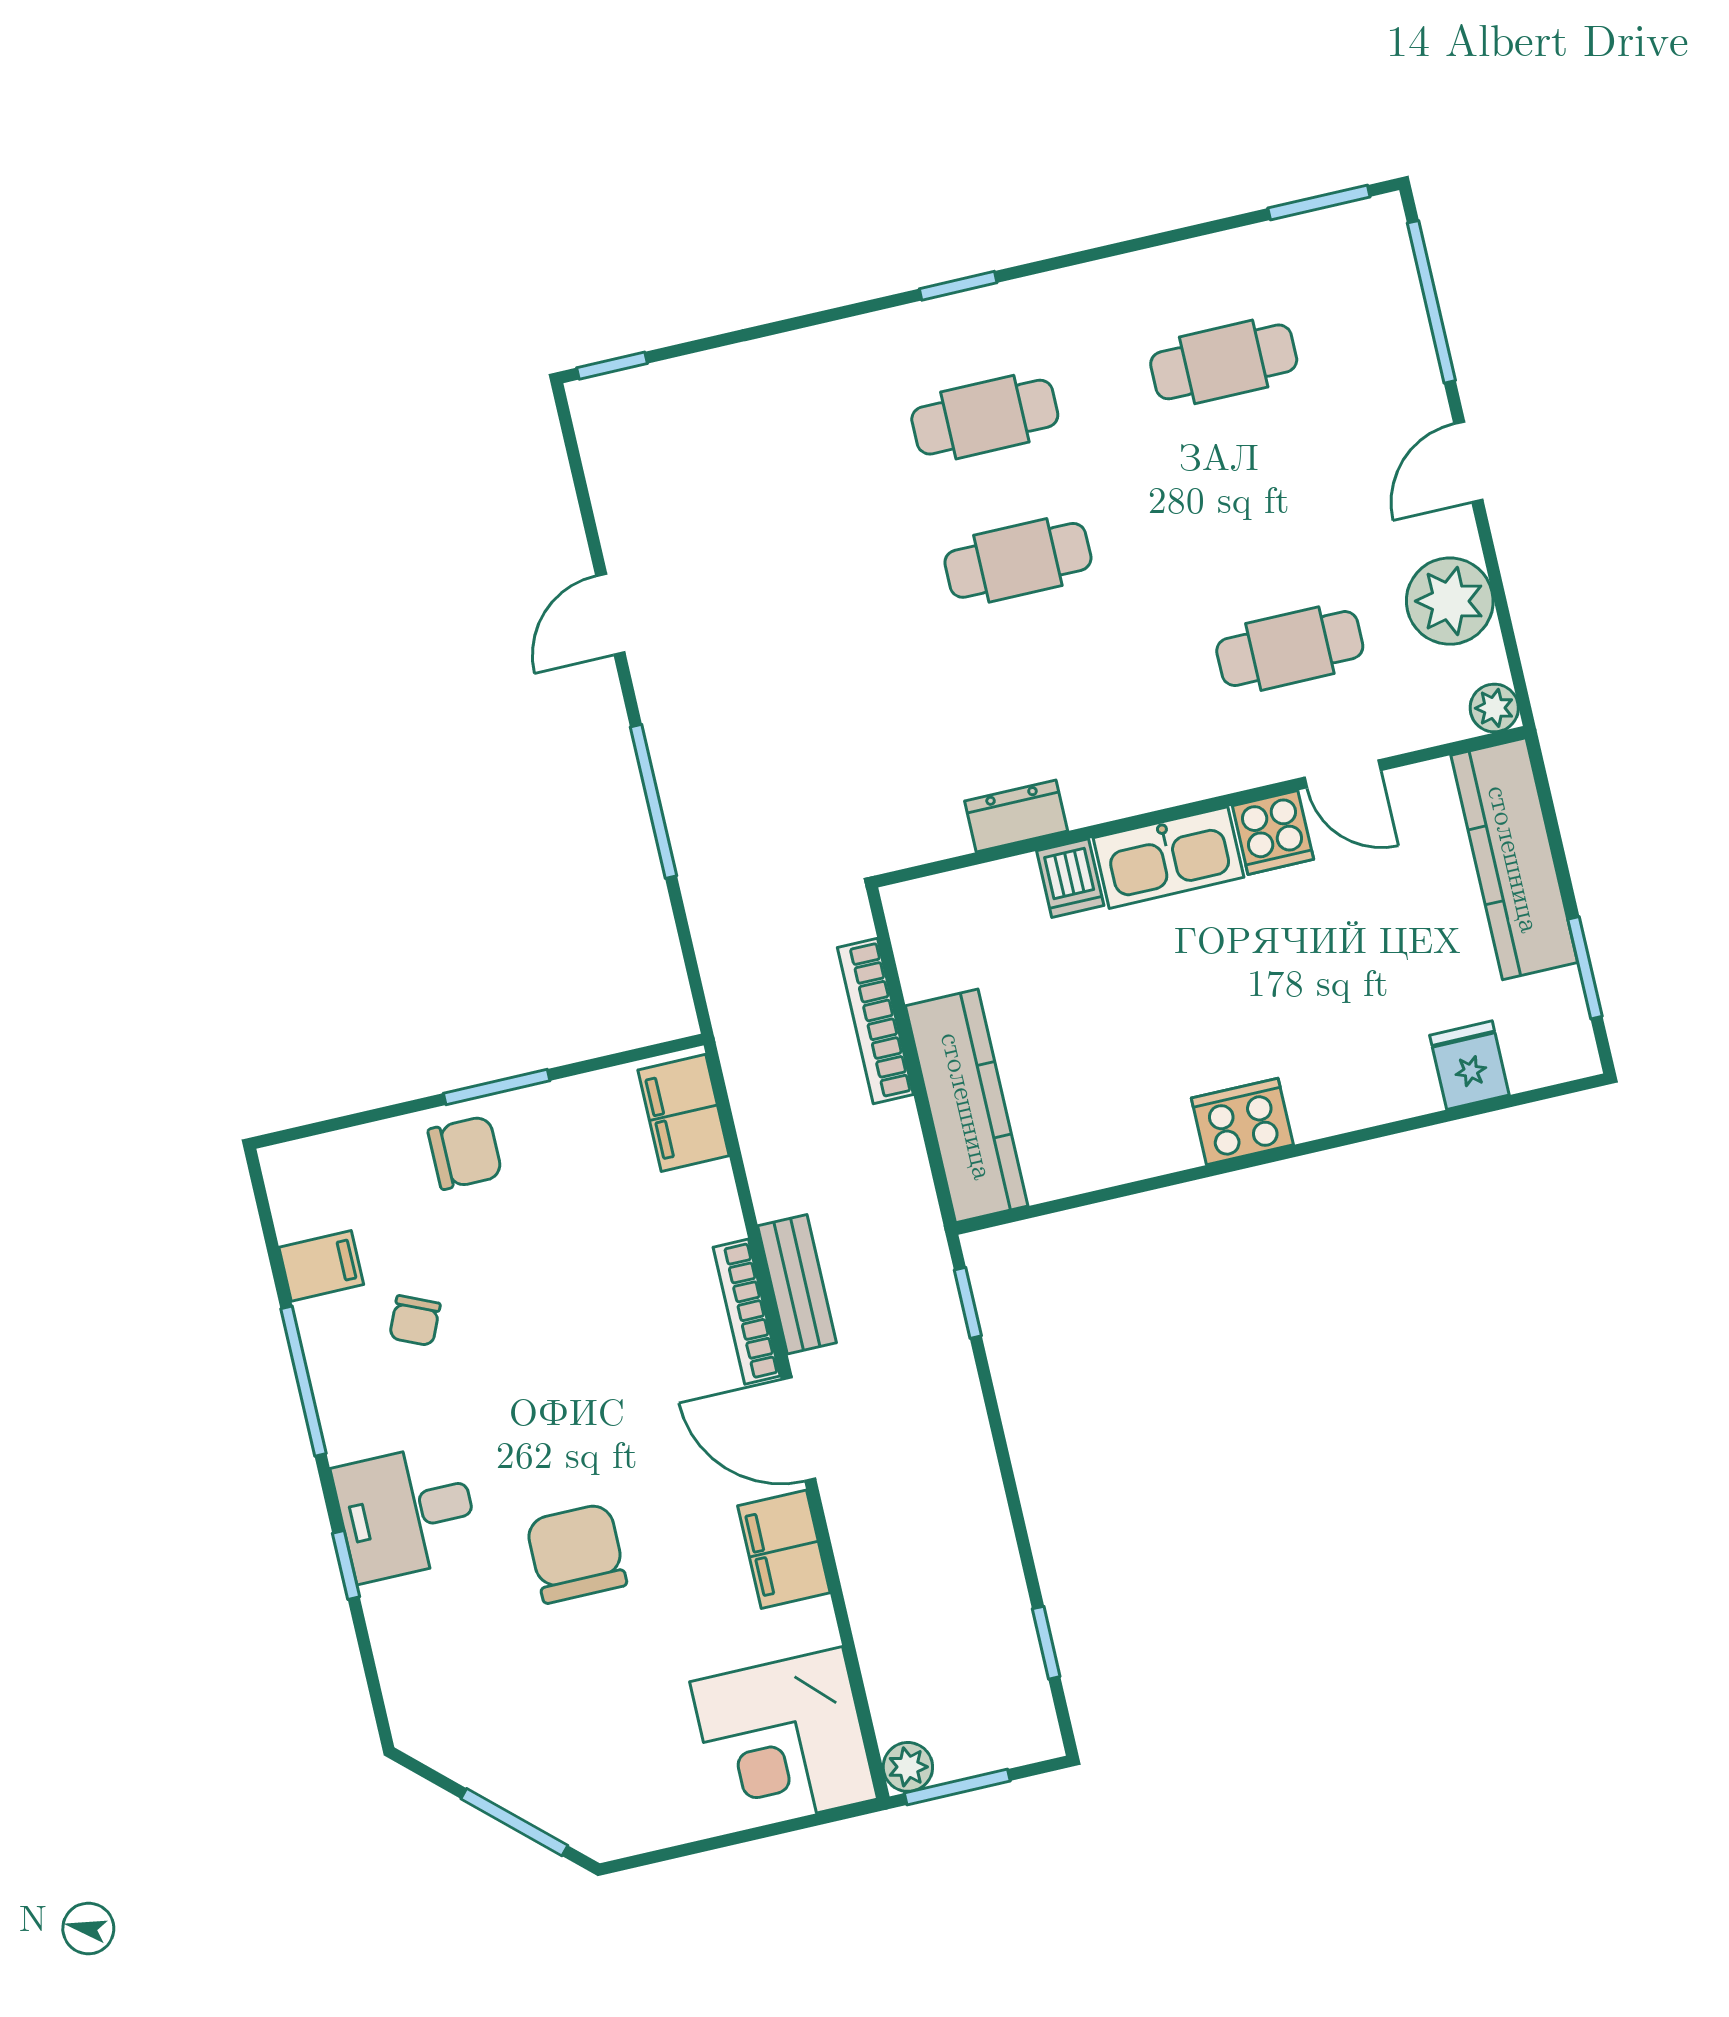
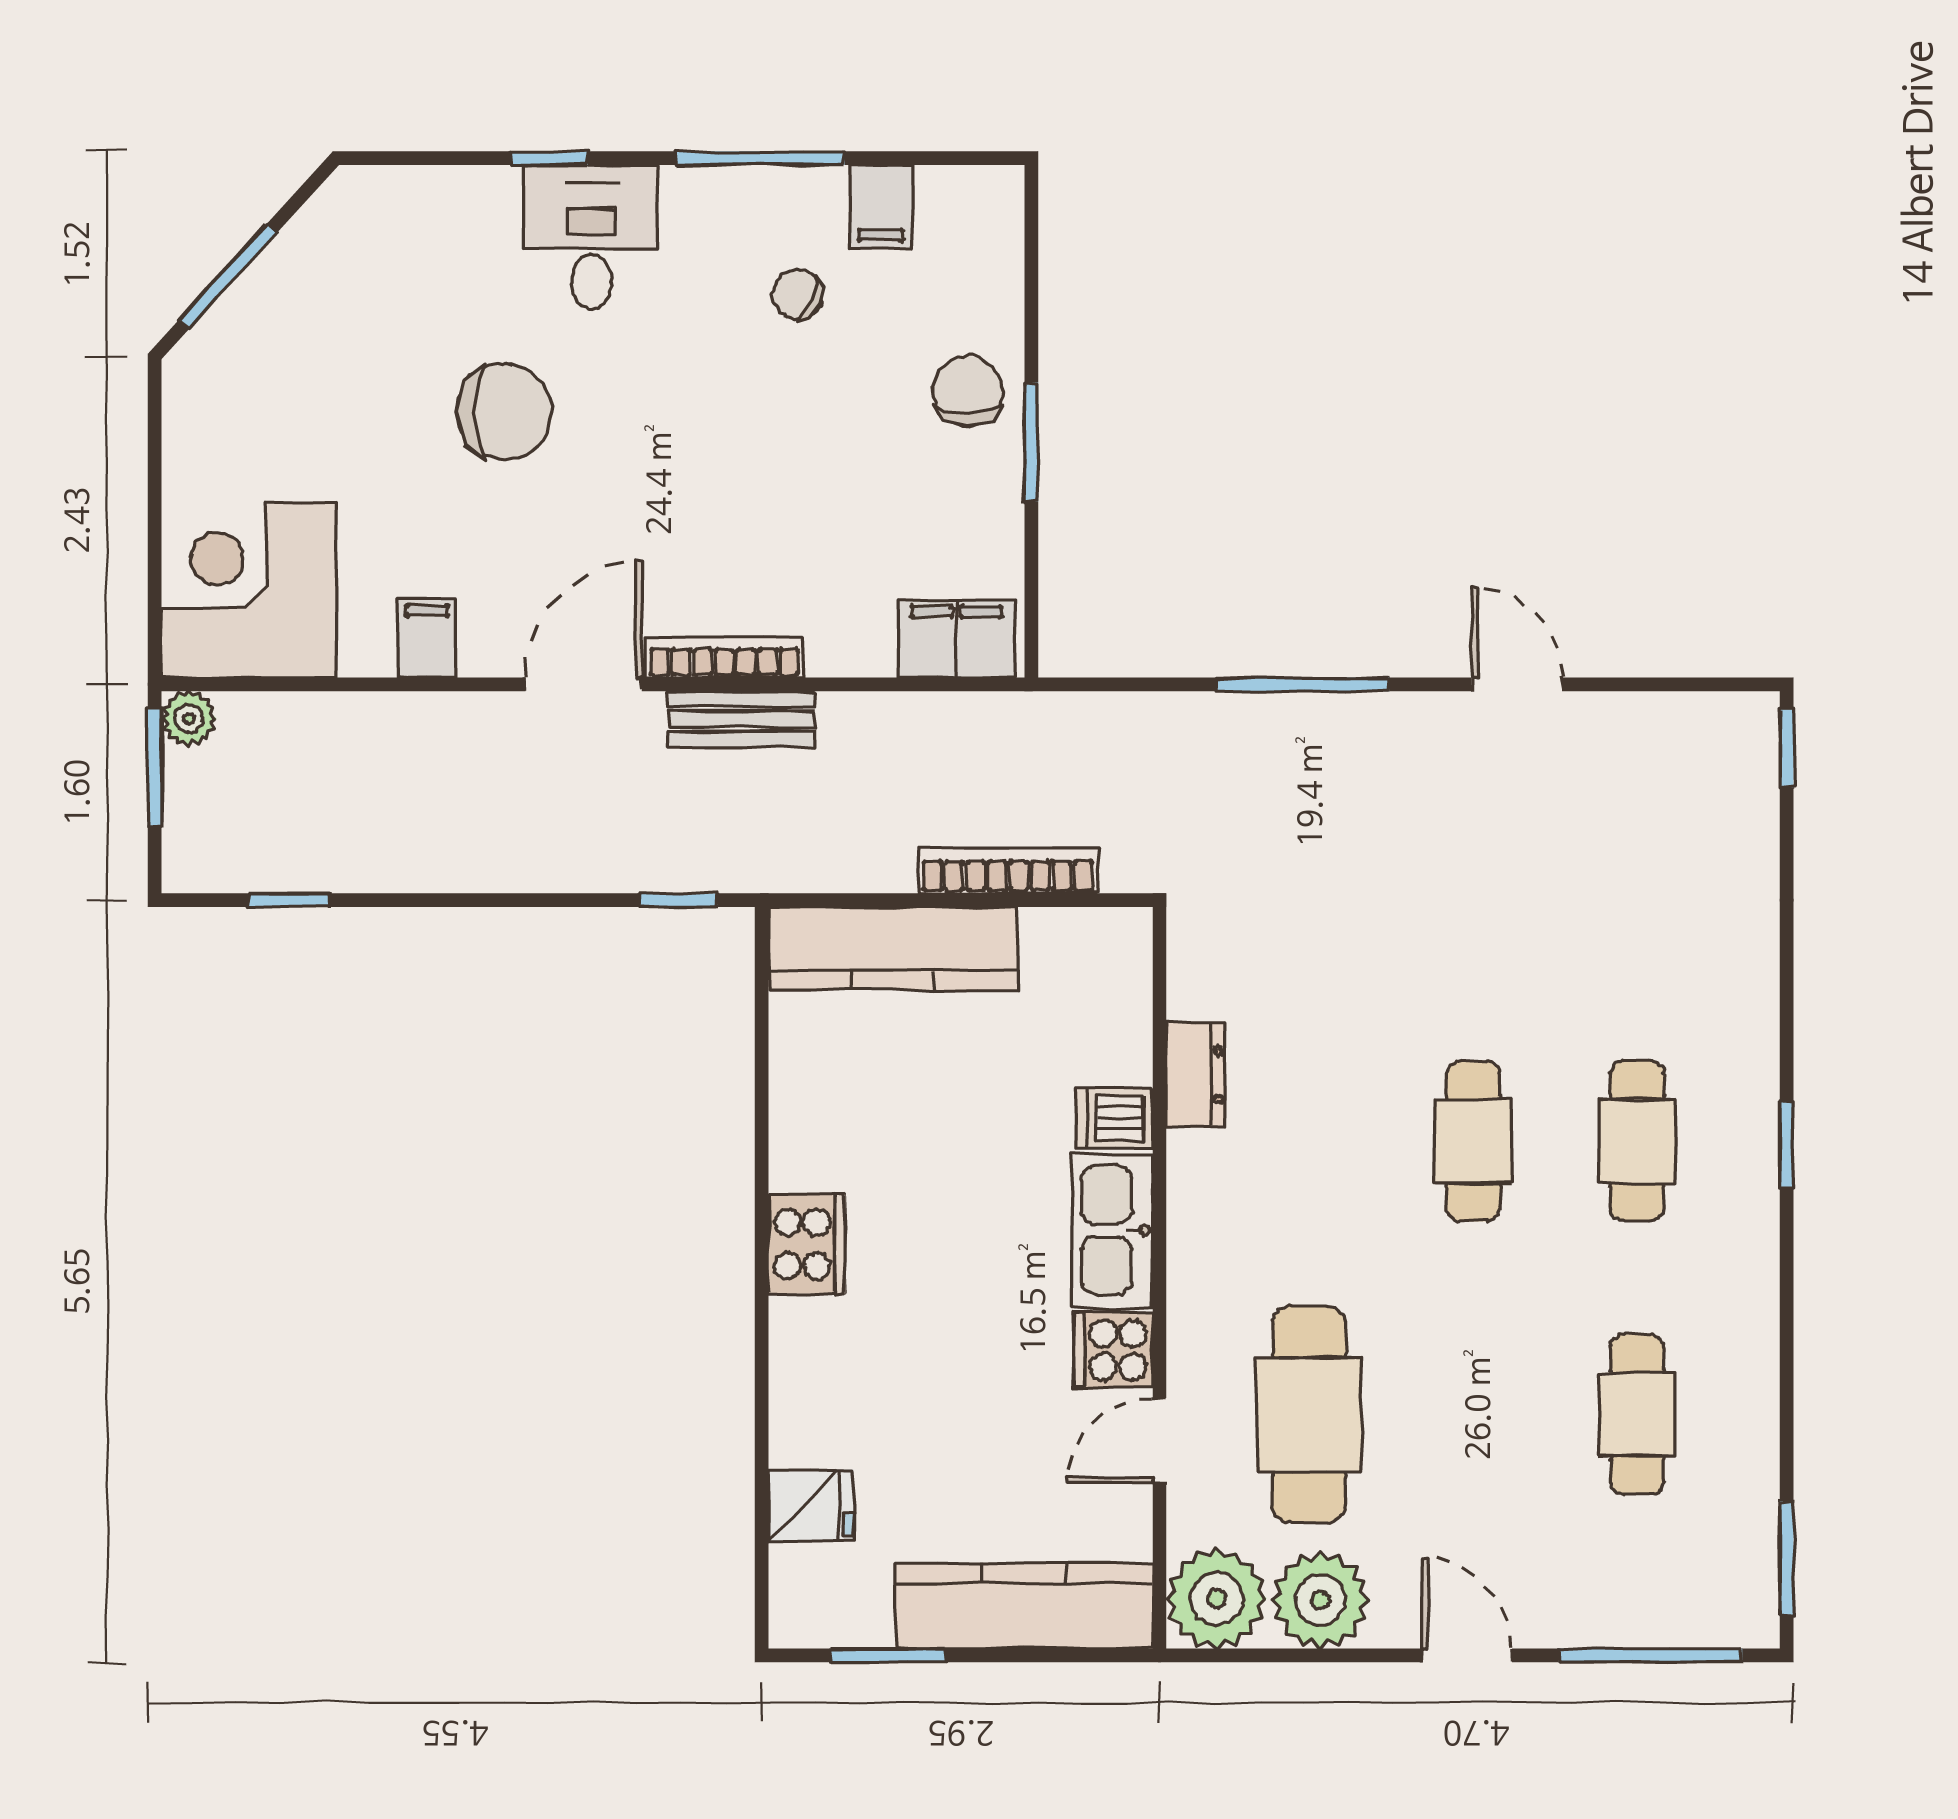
cafe table: (1290, 649) -> (1309, 1415), width x1.37, depth x1.35
plant: (1494, 708) -> (1216, 1598), width x1.87, depth x1.87
chair: (465, 1153) -> (968, 391), turned 180
filing cabinet: (784, 1549) -> (427, 638), width x0.50

